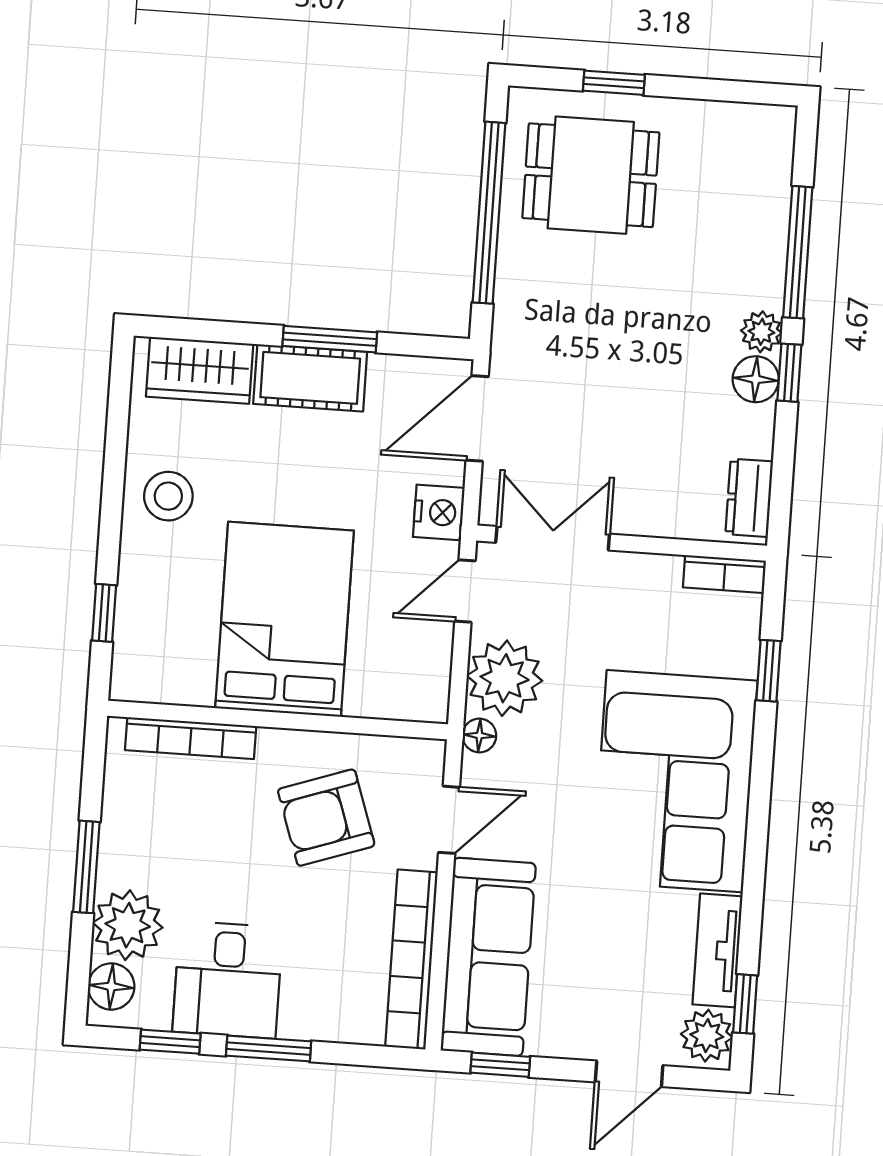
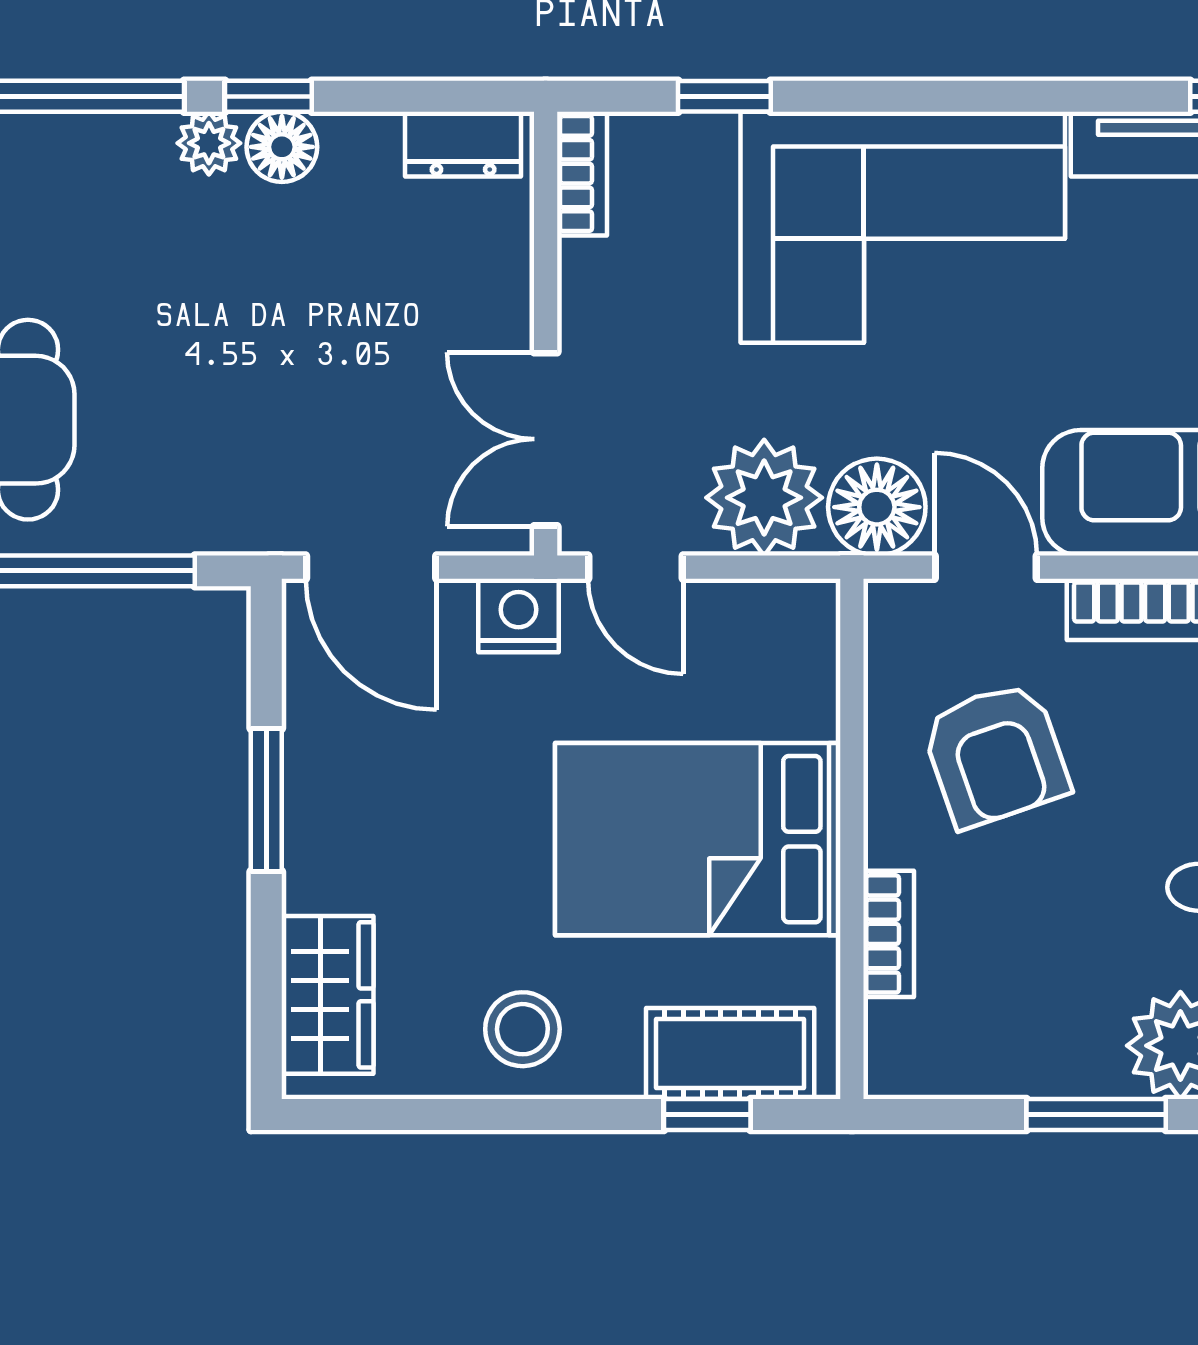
cot: (310, 378) -> (730, 1054), moved, turned 90
floor lamp: (479, 735) -> (877, 507), width x1.89, depth x1.89
bookcase: (191, 738) -> (889, 934), width x0.64

